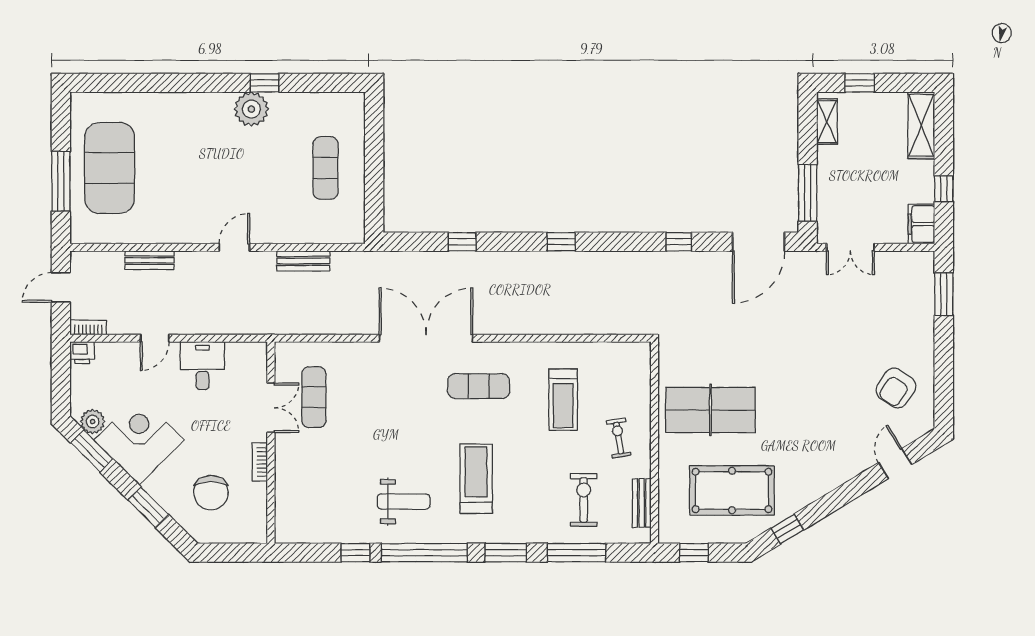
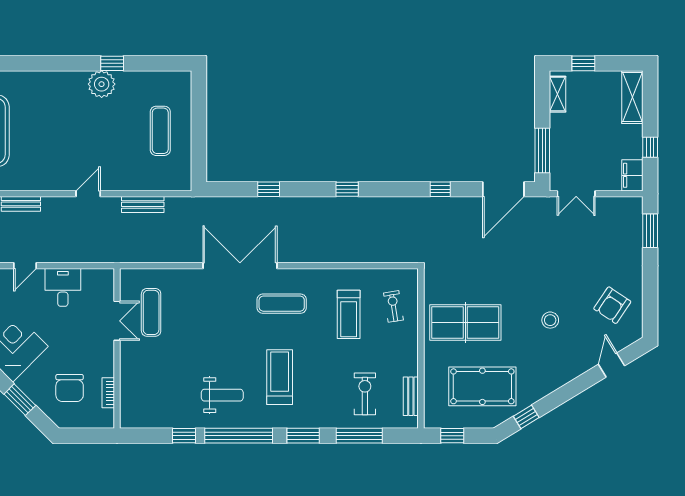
stool: (818, 407) -> (550, 320), added
exercise bike: (619, 438) -> (393, 306), moved
bookcase: (260, 462) -> (108, 393), moved

